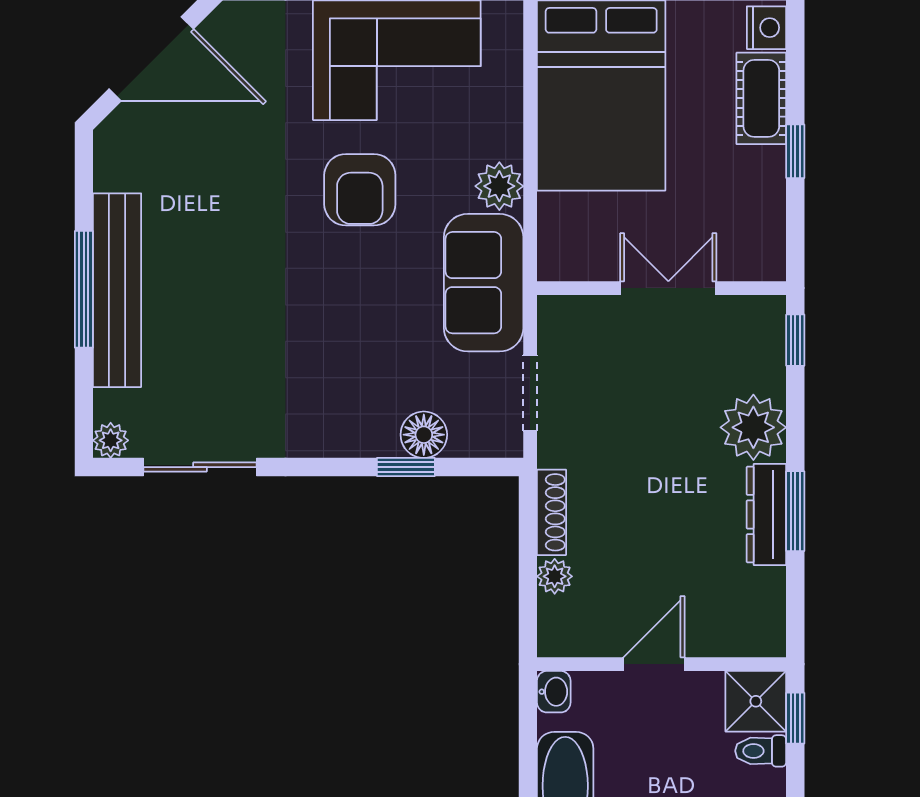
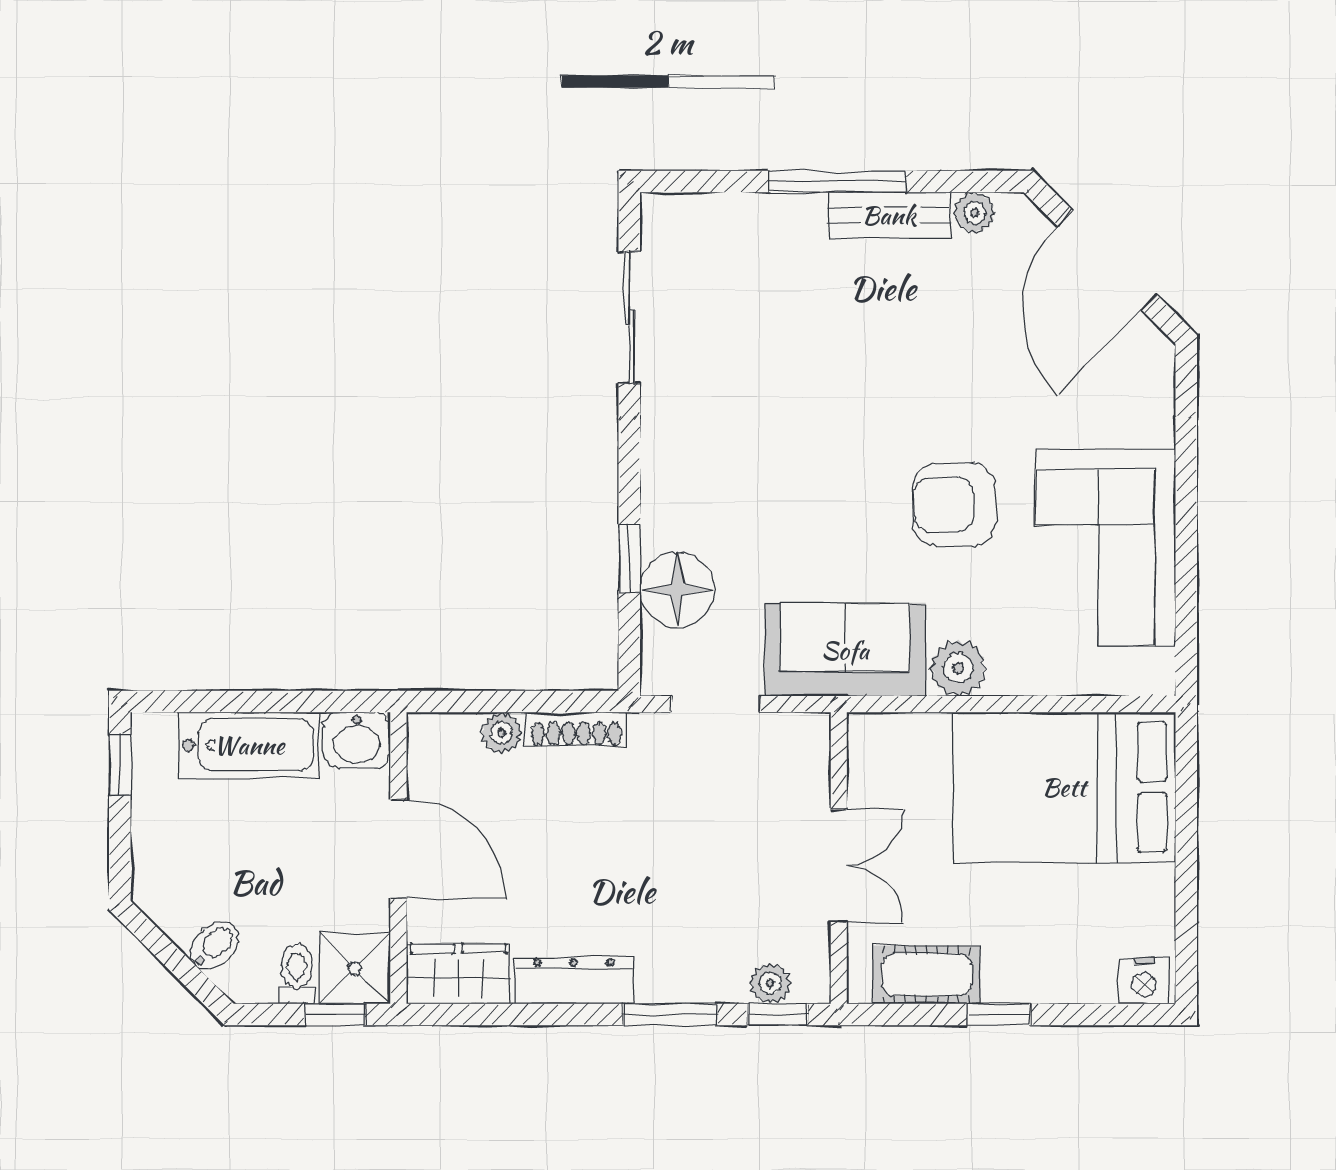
cot: (761, 98) -> (927, 975), moved
bench: (117, 290) -> (889, 215), width x0.54, depth x0.82
plant: (753, 427) -> (770, 983), moved, width x0.53, depth x0.53
floor lamp: (424, 435) -> (677, 590), width x1.38, depth x1.38
plant: (111, 440) -> (975, 213), moved
window: (795, 511) -> (670, 1014), moved
wardrobe: (760, 613) -> (458, 974), added
door: (654, 664) -> (398, 849), width x1.38
washbasin: (554, 692) -> (357, 741), width x1.38, depth x1.45

